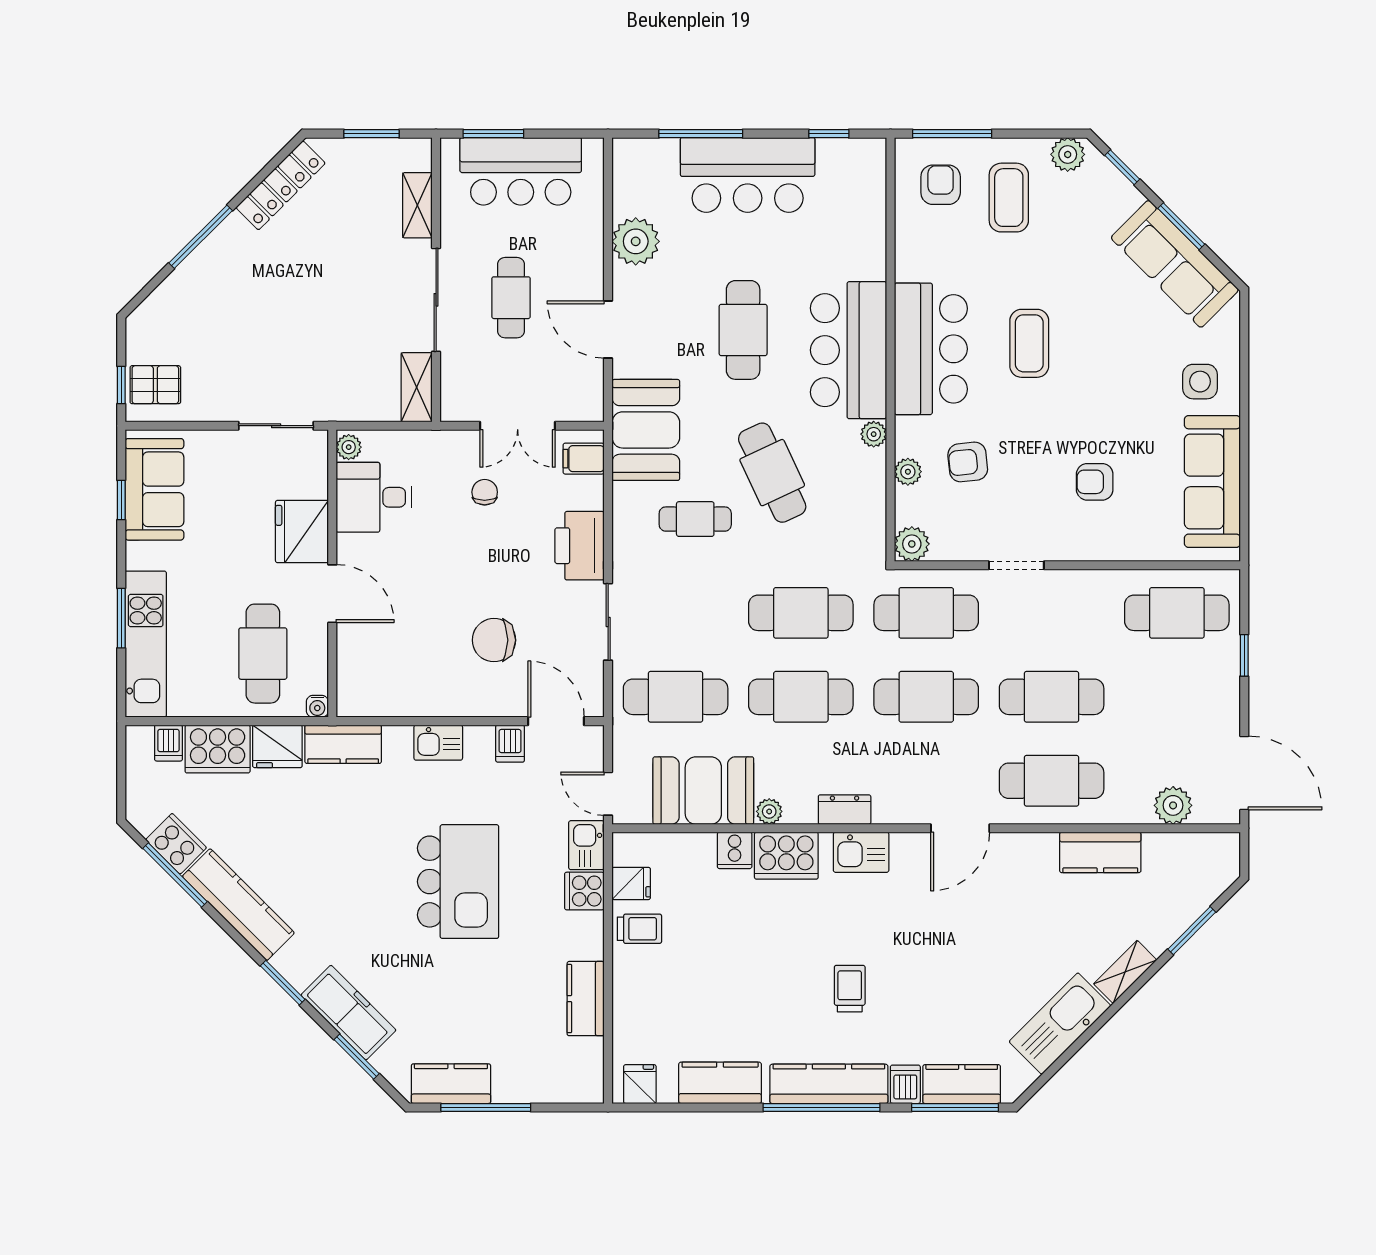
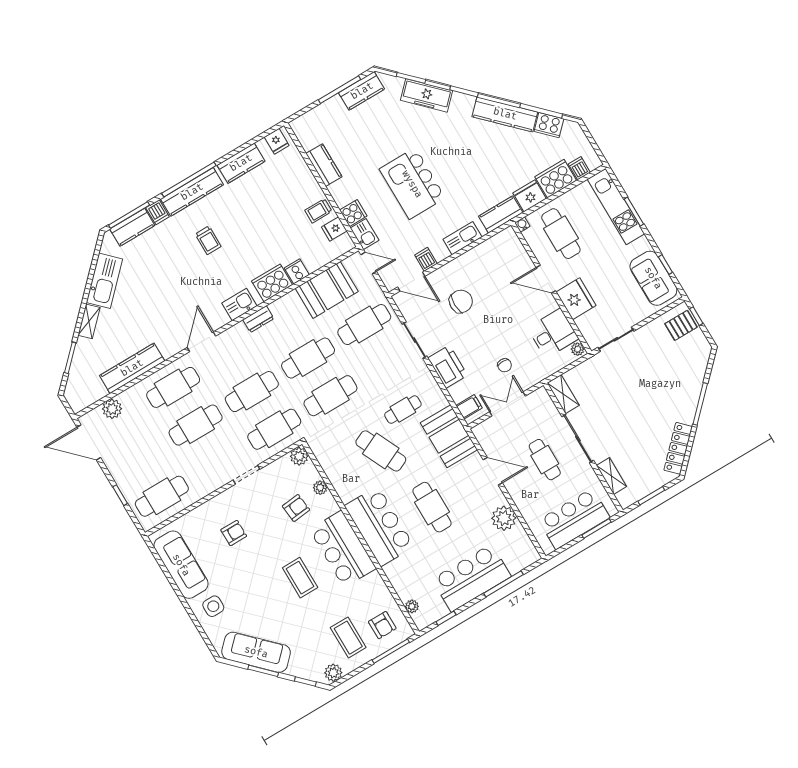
plant: (874, 434) -> (412, 606), moved
kitchen sink: (438, 743) -> (462, 238), width x1.38
plant: (769, 811) -> (292, 298), removed
kitchen counter: (1100, 852) -> (132, 368), width x1.50

